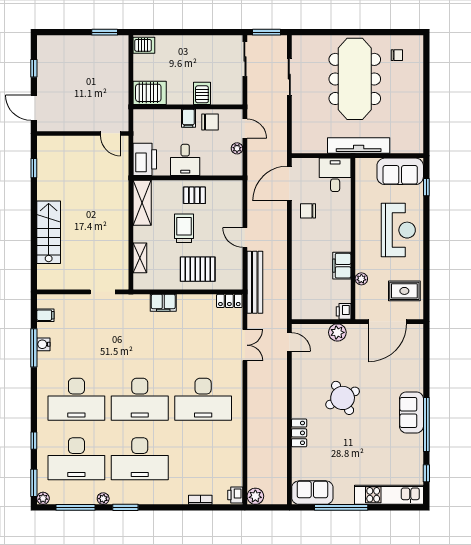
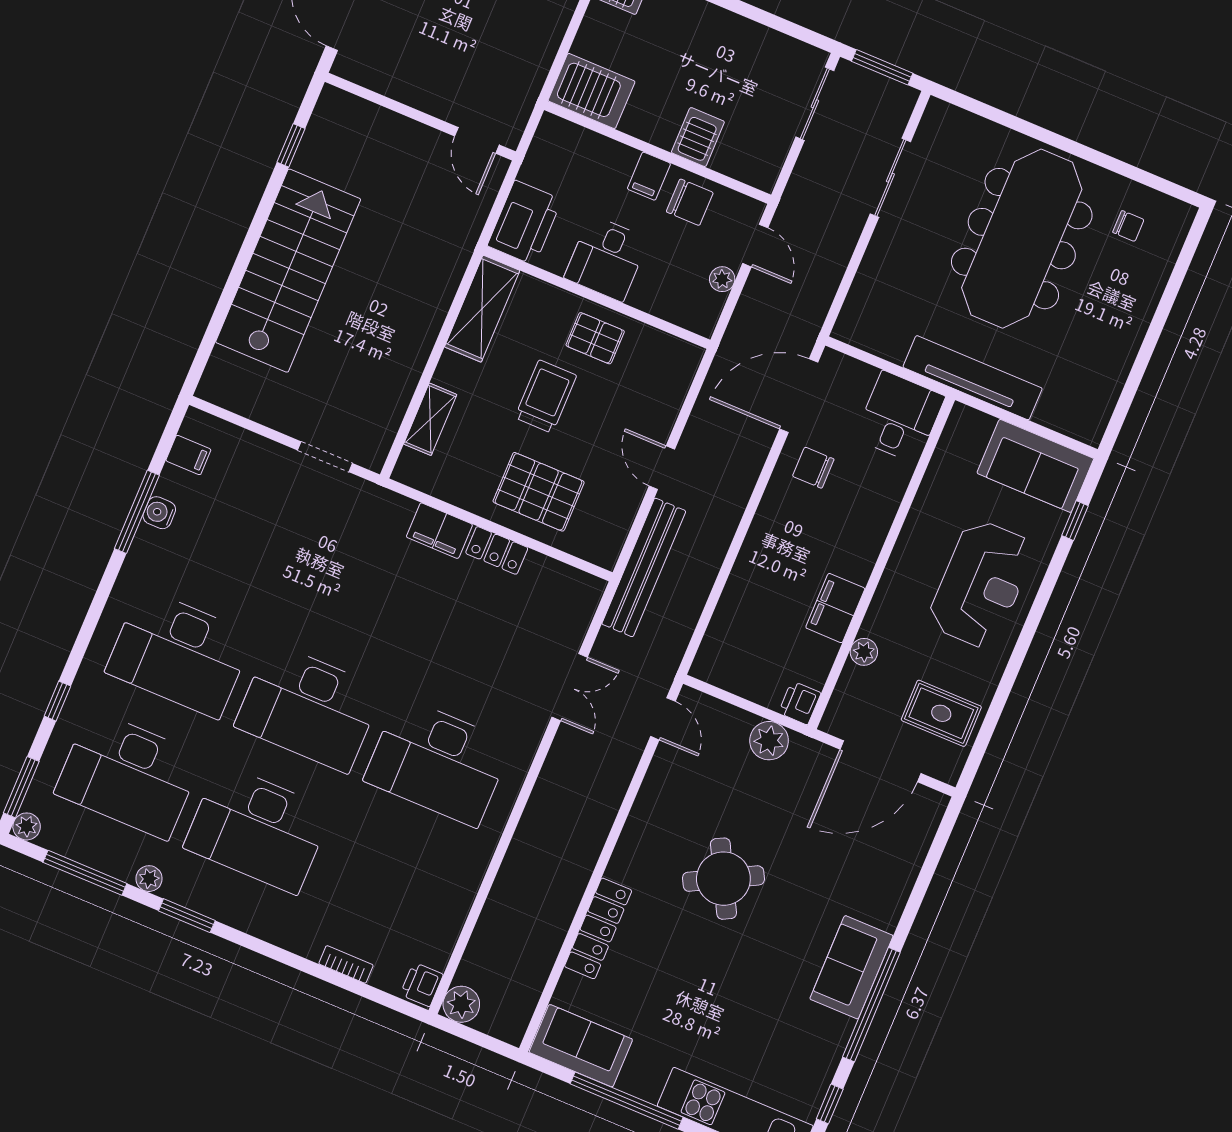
stairs: (49, 232) -> (288, 271), width x1.36, depth x1.51
locker: (229, 301) -> (497, 550), moved
locker: (299, 433) -> (598, 928), width x1.53

